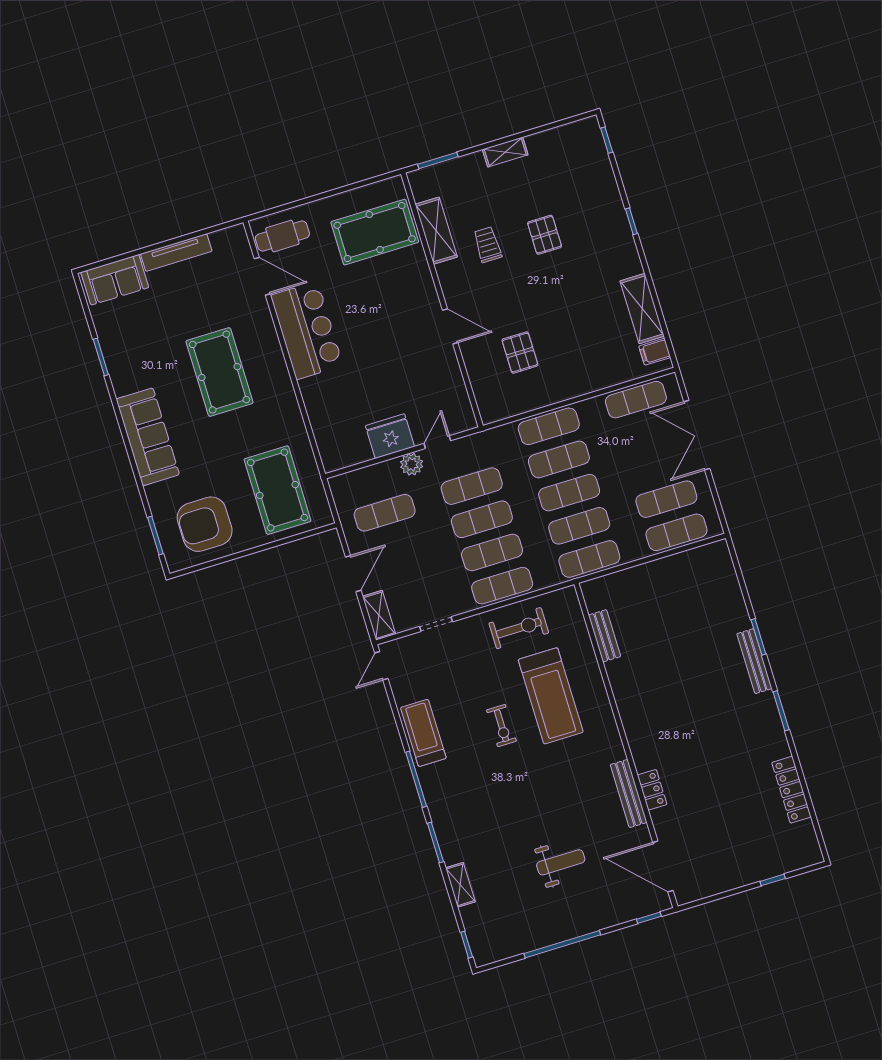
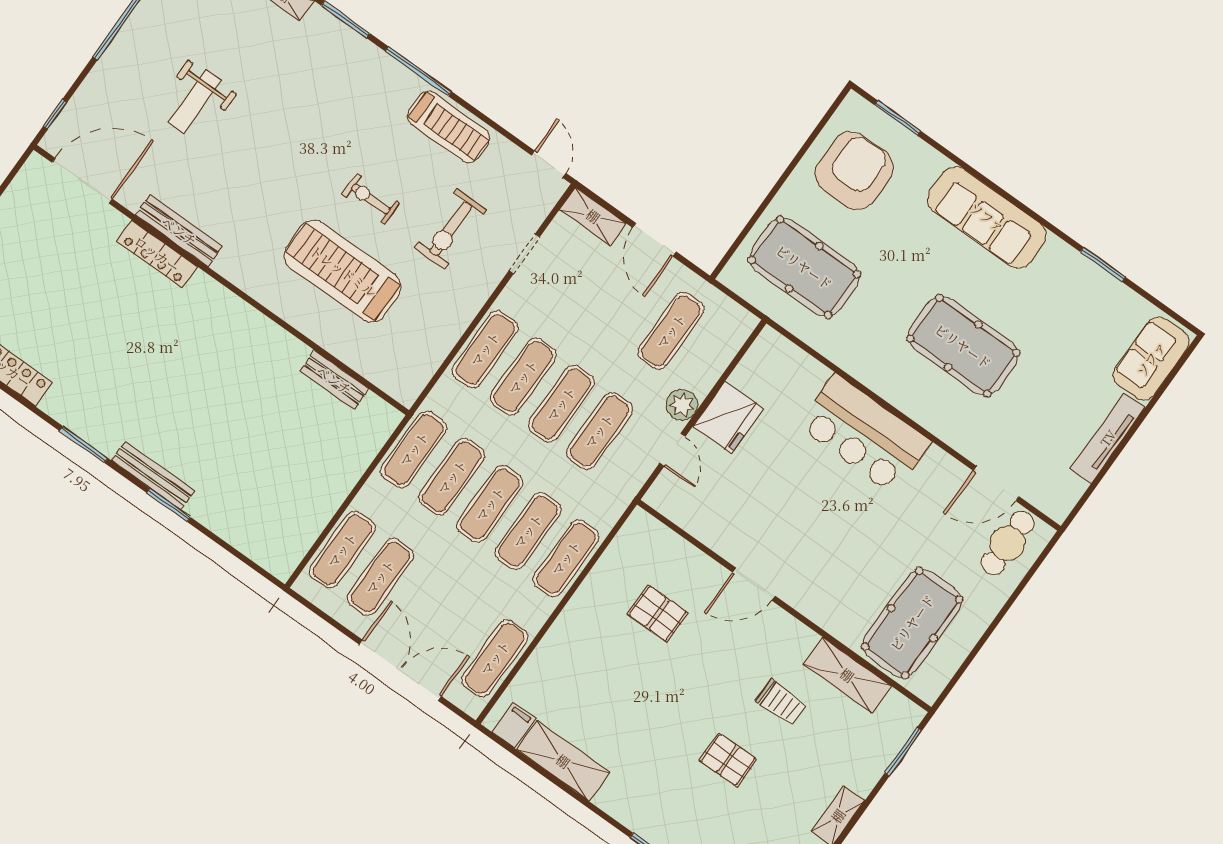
bar counter: (307, 330) -> (864, 434), moved
exercise bike: (519, 628) -> (451, 229), moved
locker: (652, 790) -> (157, 254), width x1.53

